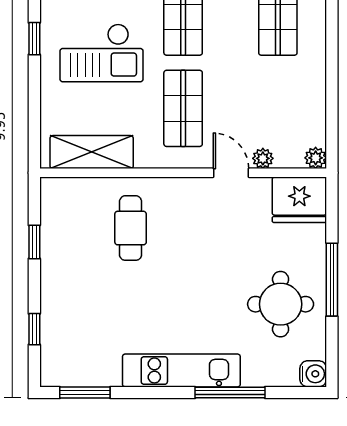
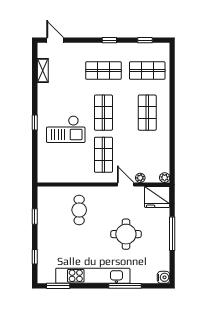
shelving: (92, 152) -> (61, 175), removed
round table: (281, 304) -> (126, 234), moved
kitchen unit: (181, 370) -> (93, 276), width x1.36

